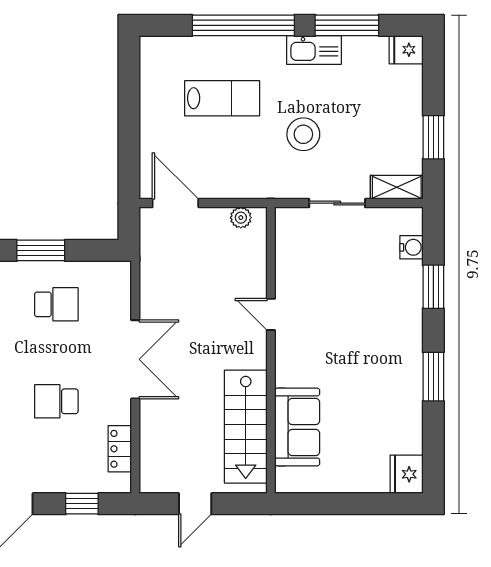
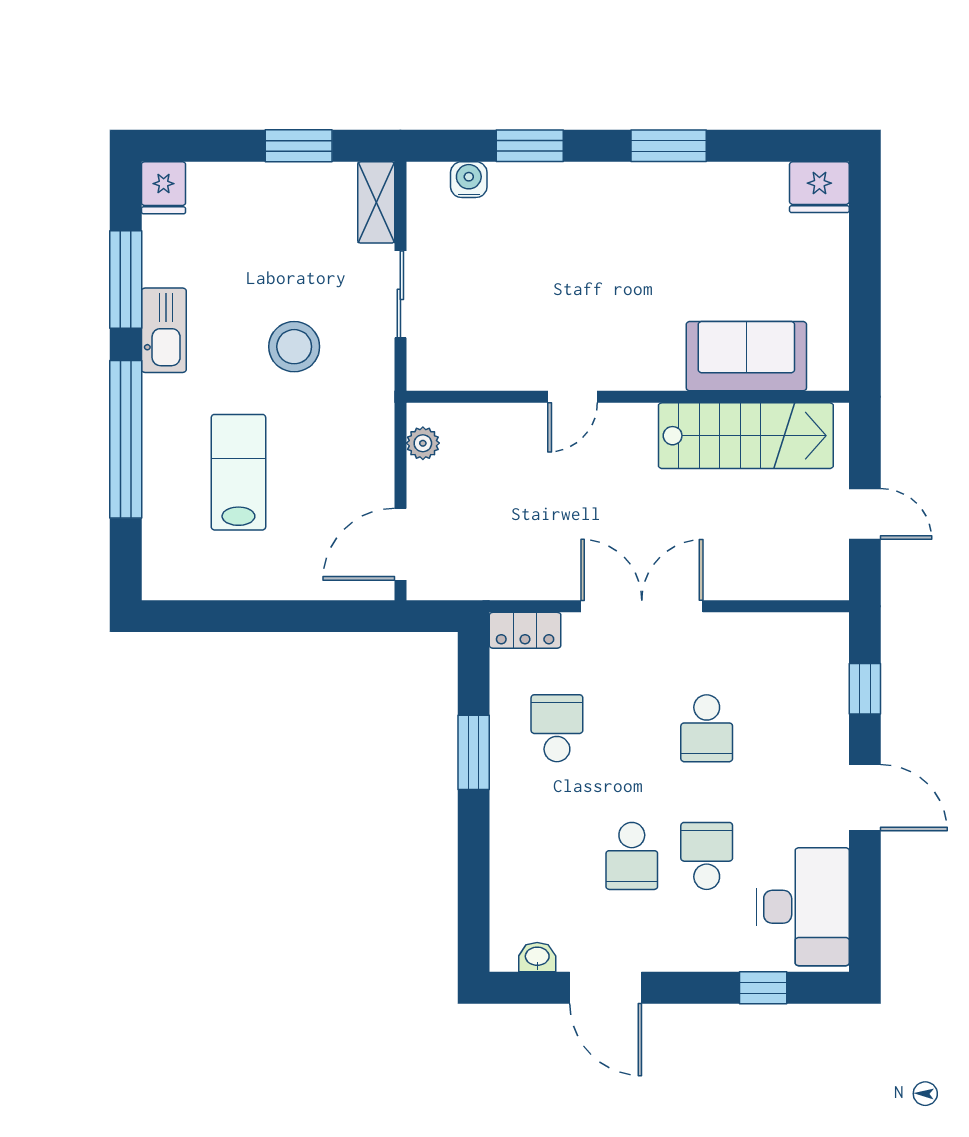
locker: (120, 449) -> (525, 630), moved

